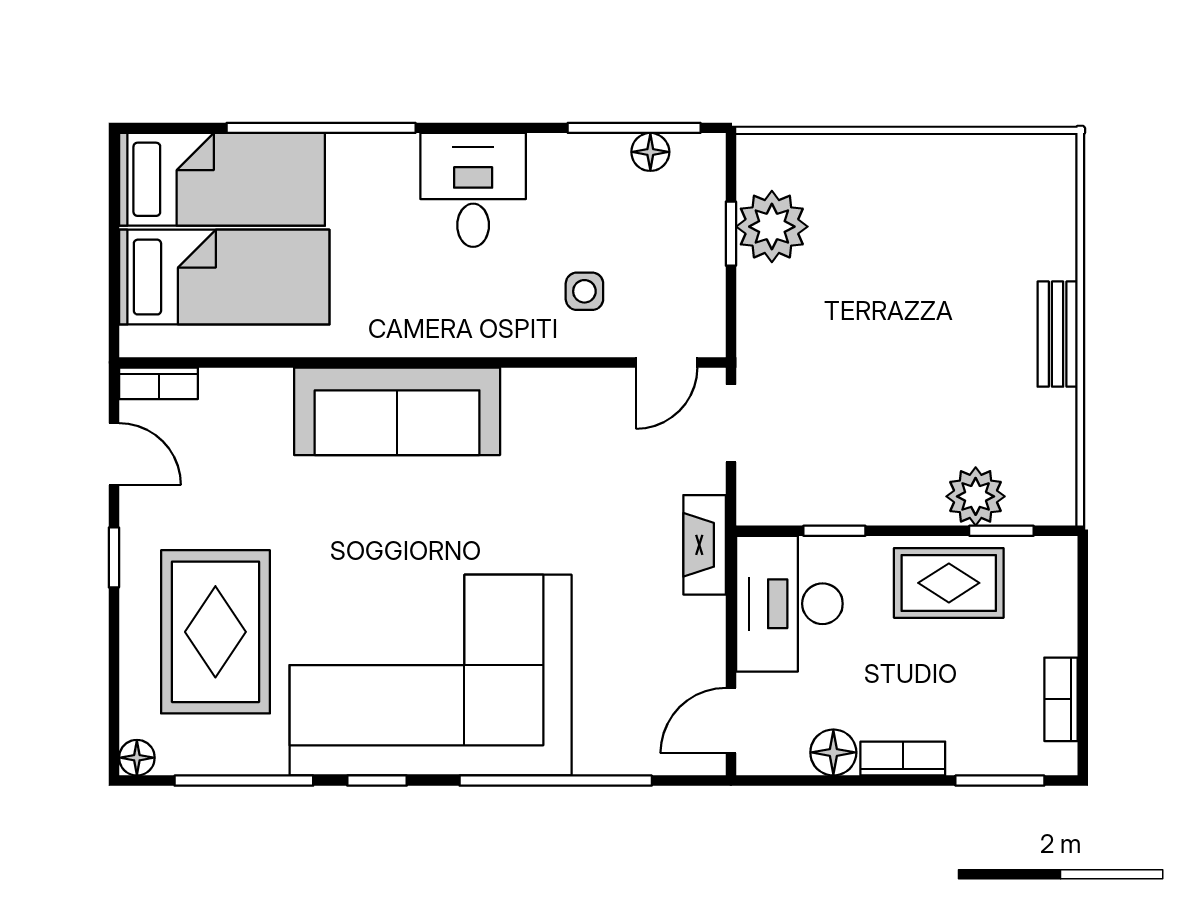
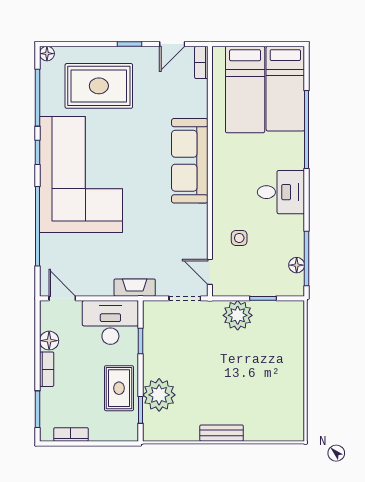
plant: (772, 227) -> (238, 315), moved
plant: (976, 496) -> (159, 395), width x1.36, depth x1.36

